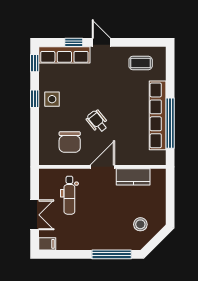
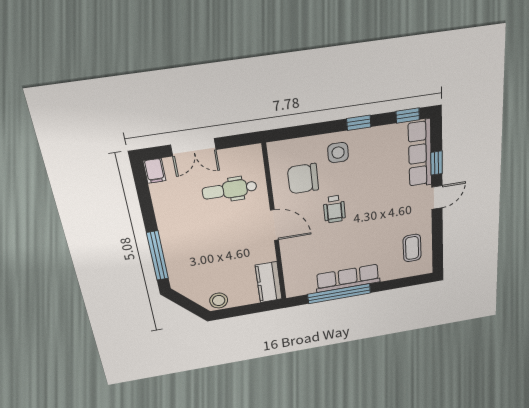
side table: (52, 99) -> (338, 153), moved
row of seats: (158, 115) -> (348, 278), width x0.73
wheelchair: (97, 121) -> (334, 209), turned 129
kitchen counter: (133, 177) -> (269, 282), moved
stool: (140, 224) -> (219, 300), moved

